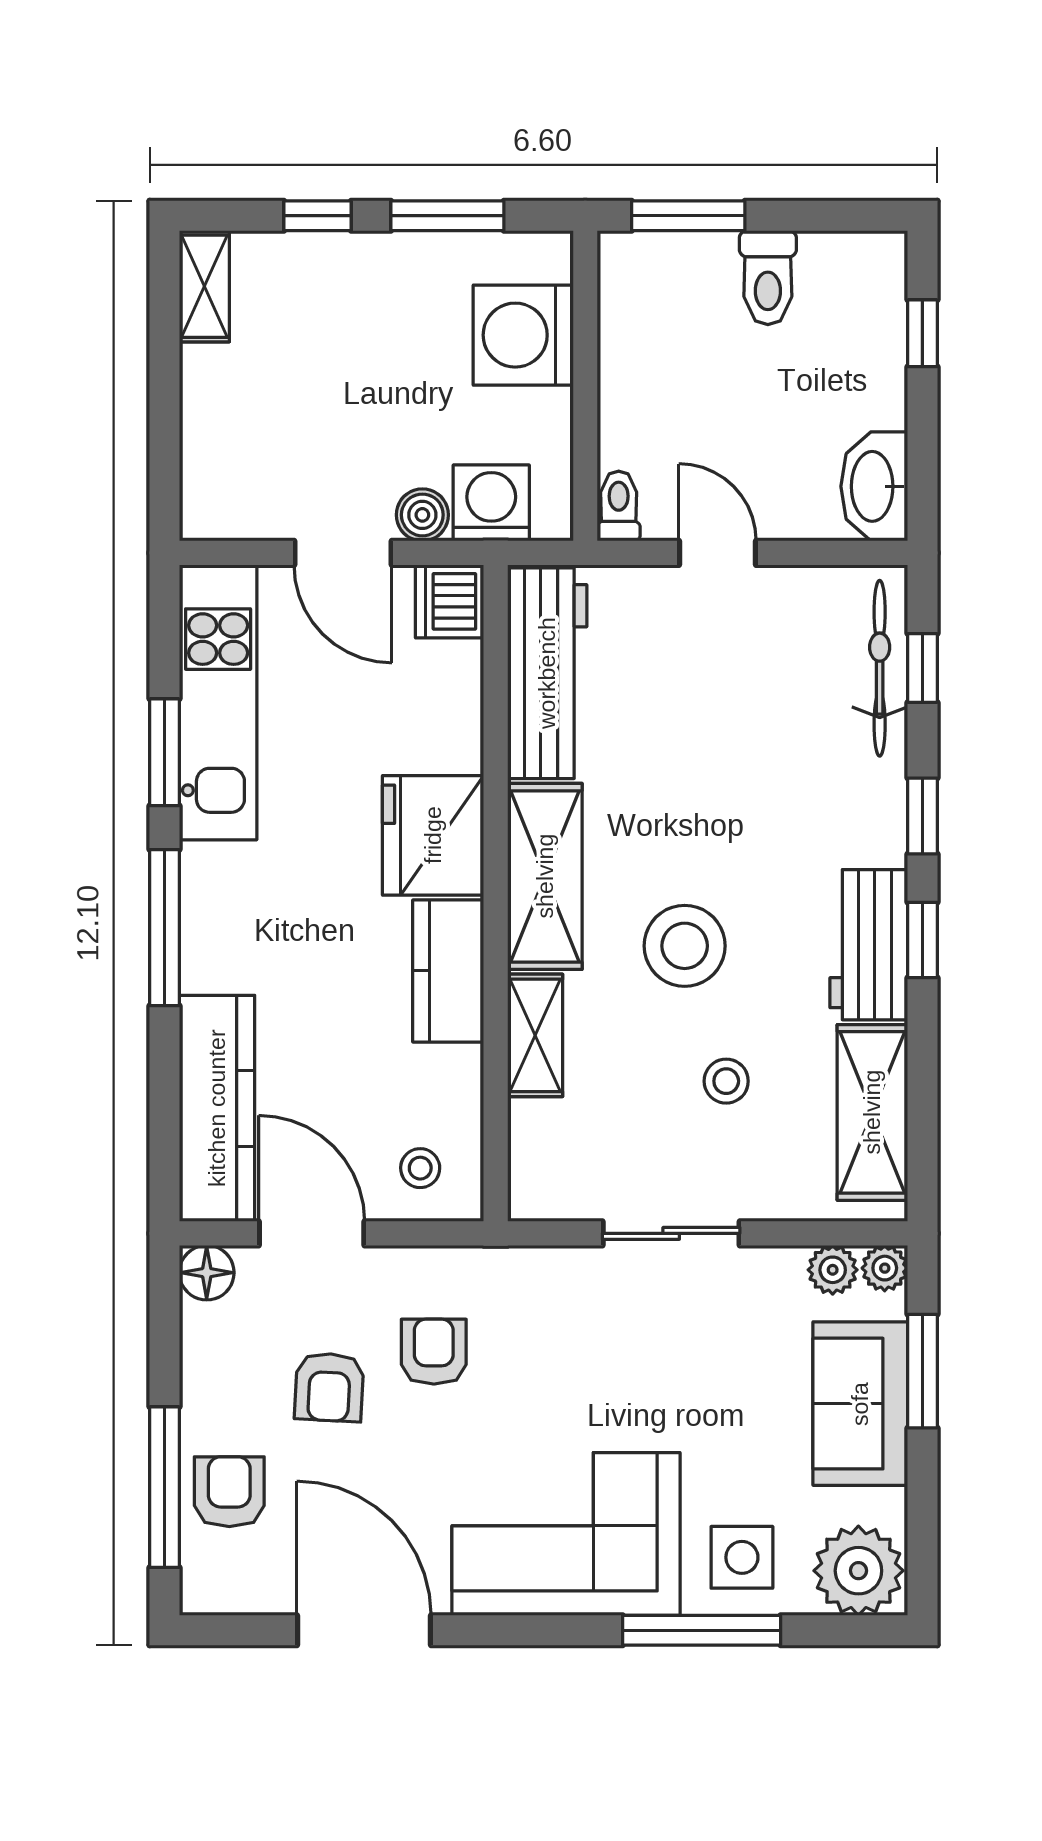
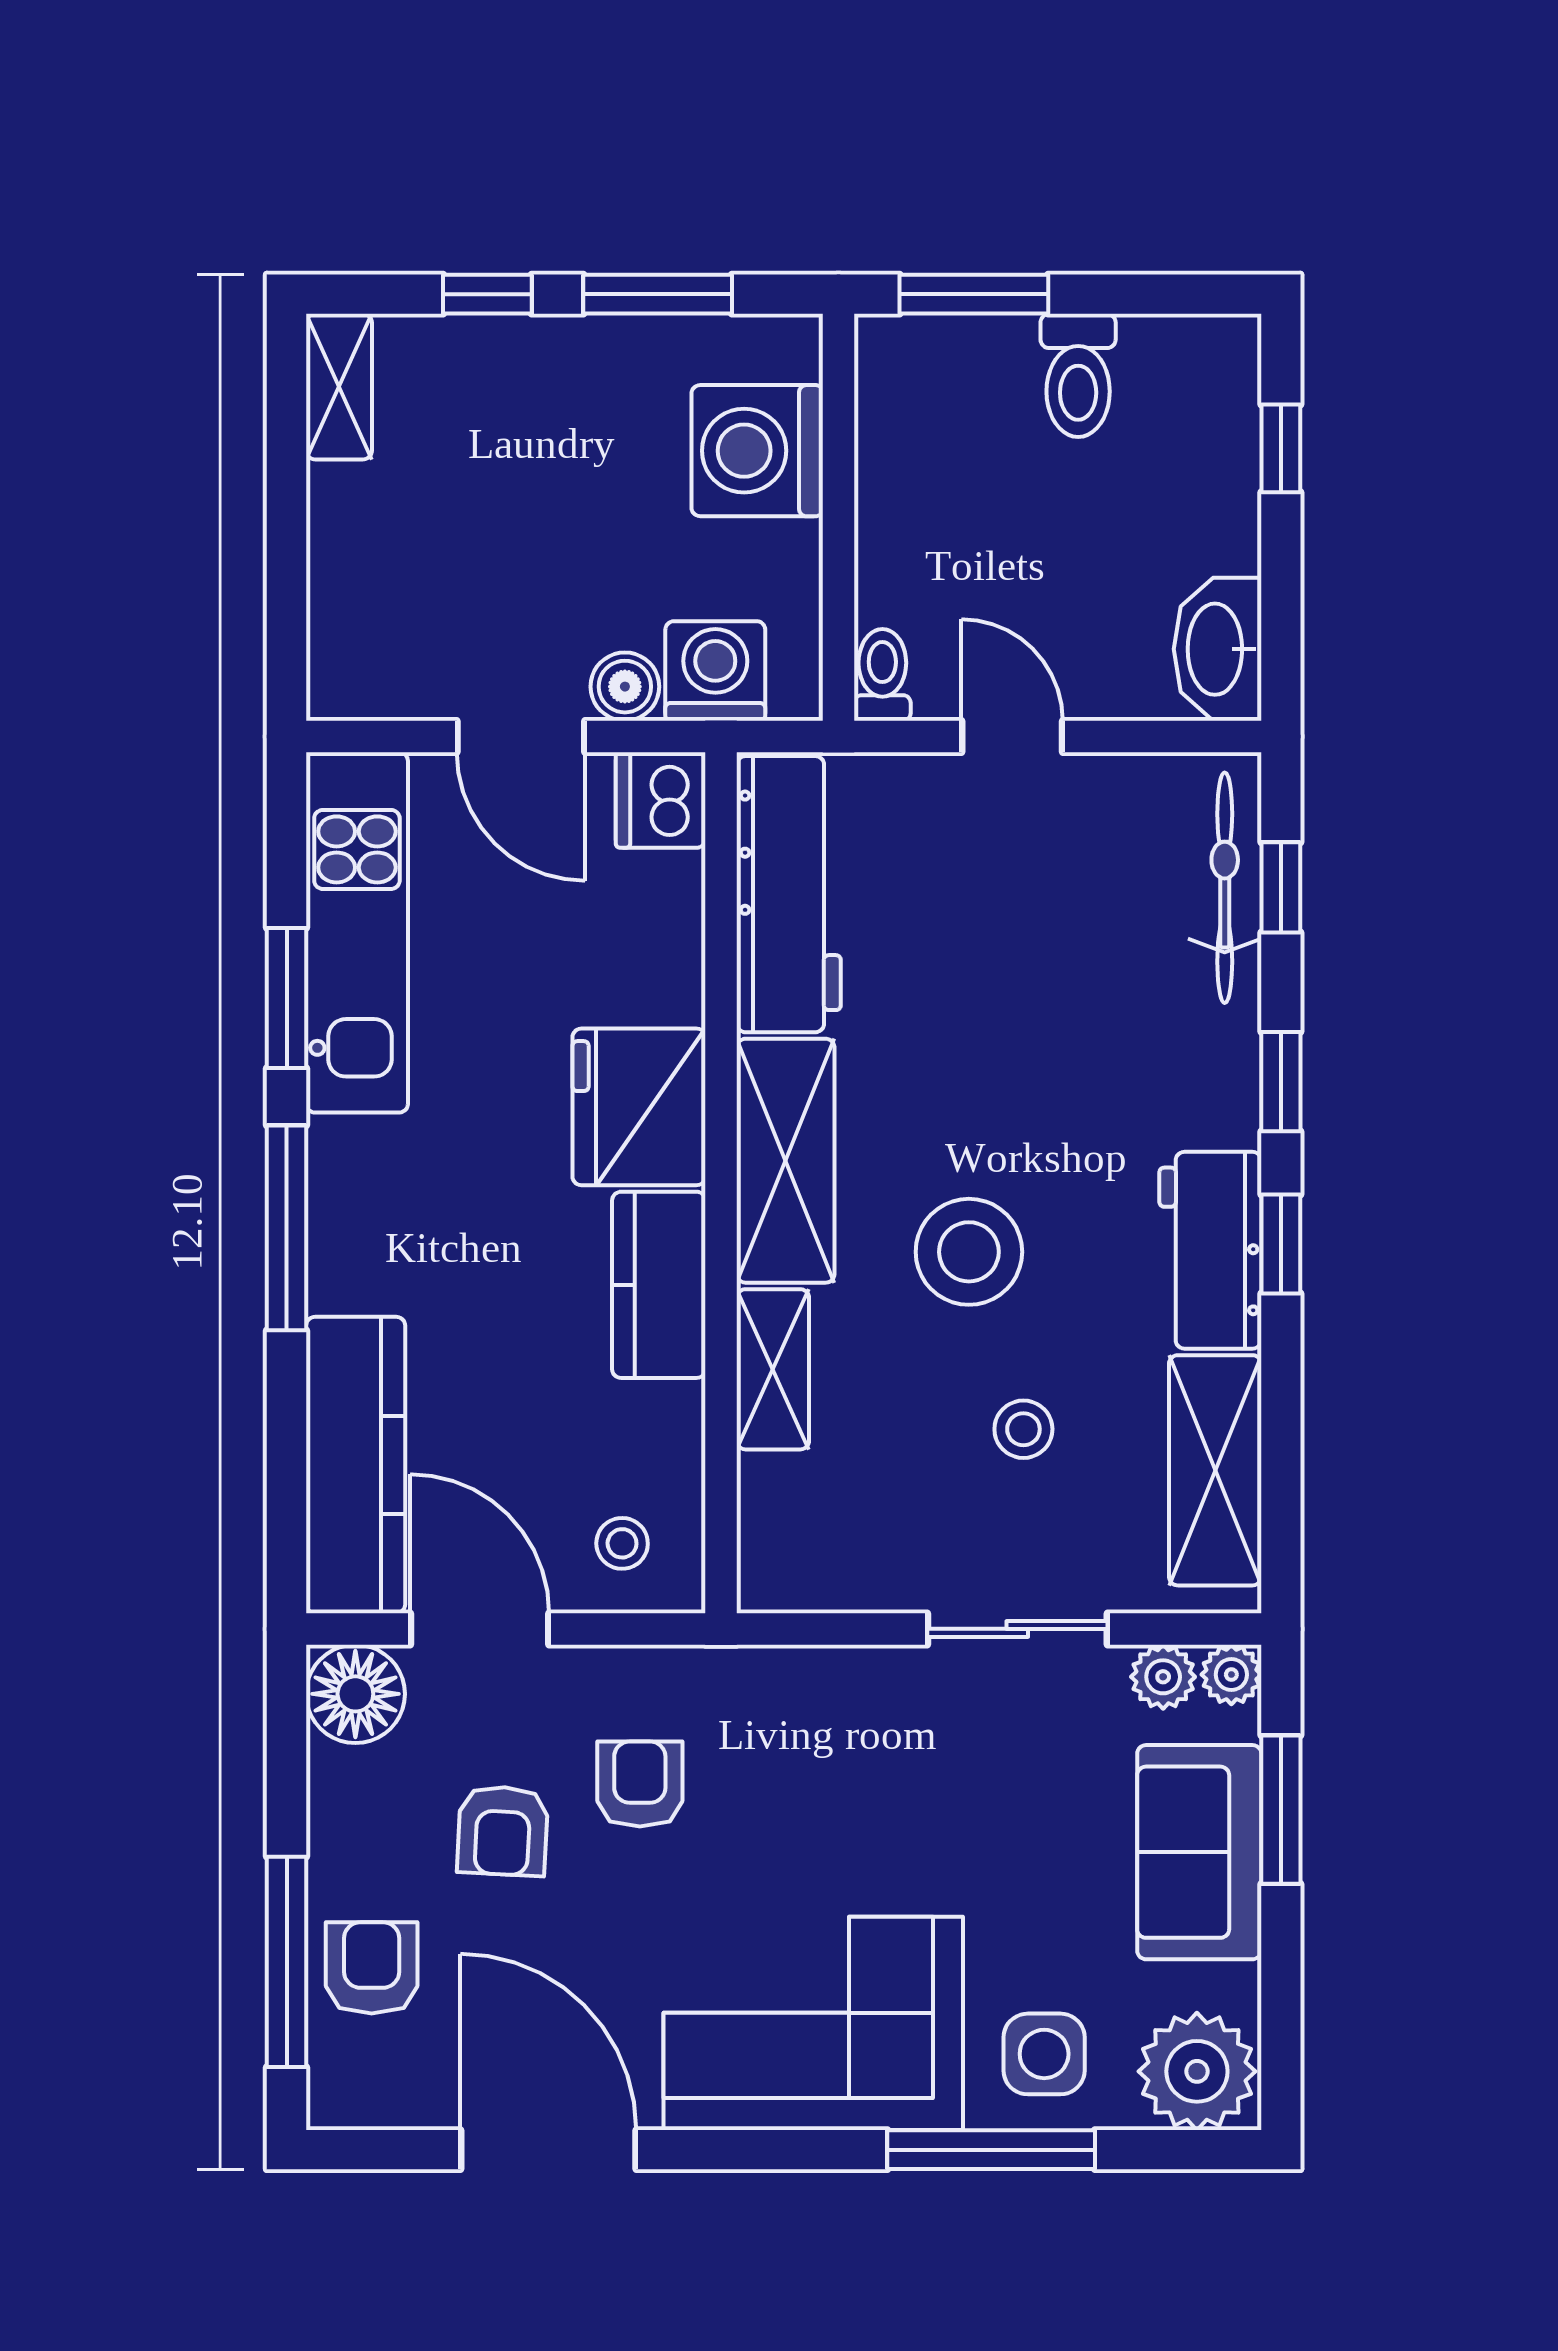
sliding door: (671, 1233) -> (1017, 1629), moved
floor lamp: (207, 1273) -> (355, 1694), width x1.38, depth x1.38

